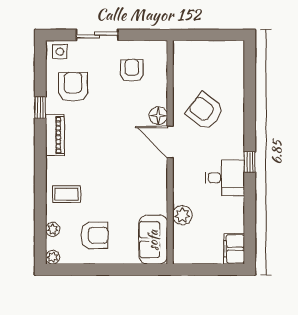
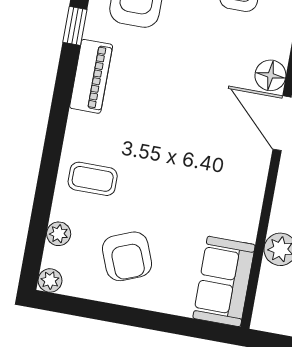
armchair: (94, 235) -> (127, 256), turned 68

